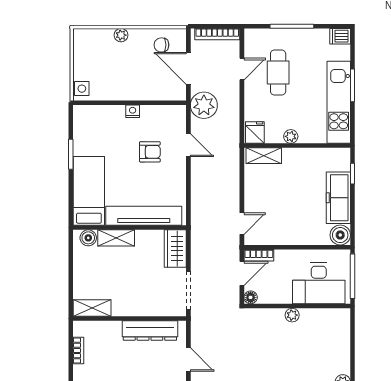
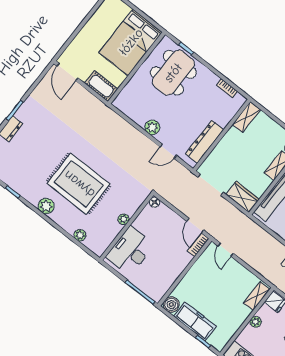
desk: (319, 283) -> (130, 251), moved
floor lamp: (251, 297) -> (154, 202), moved
wall: (297, 306) -> (127, 227), moved
plant: (292, 315) -> (124, 219), moved

